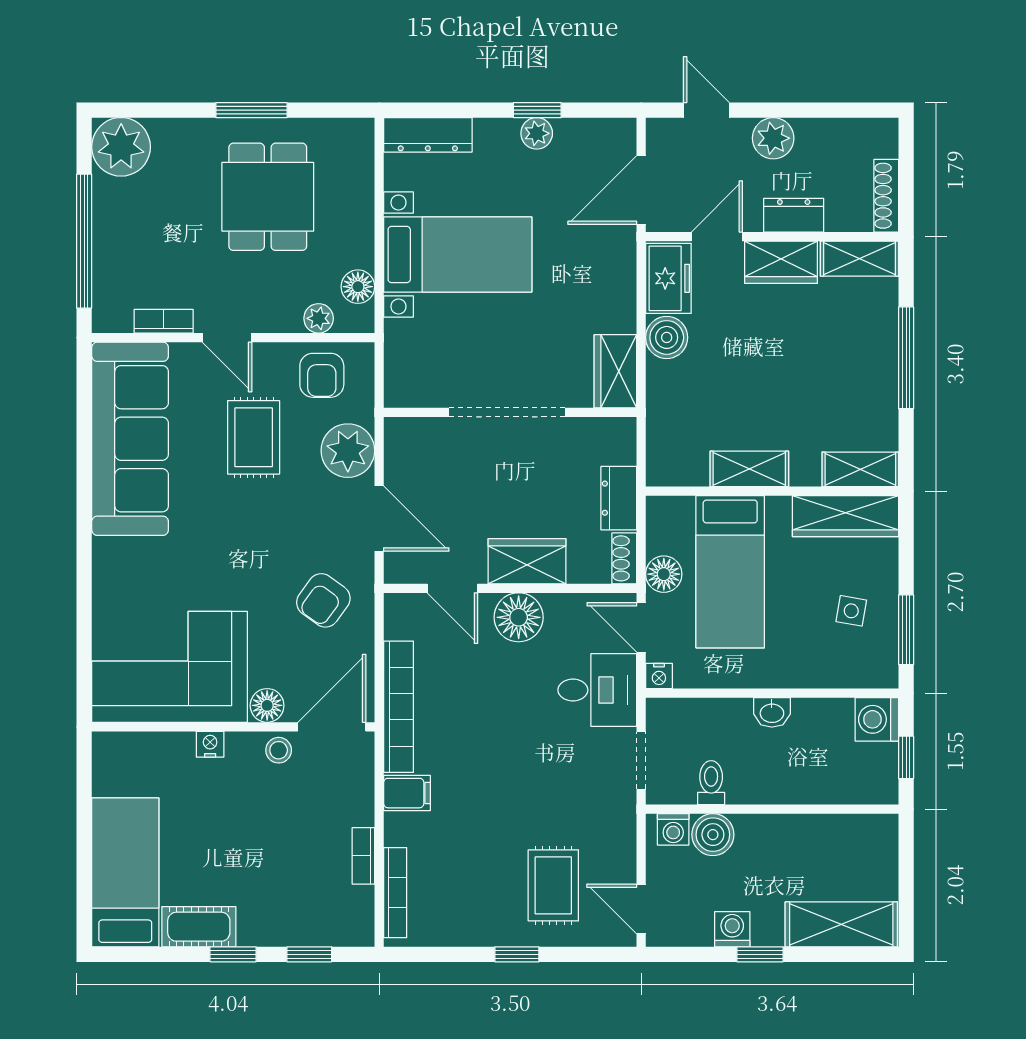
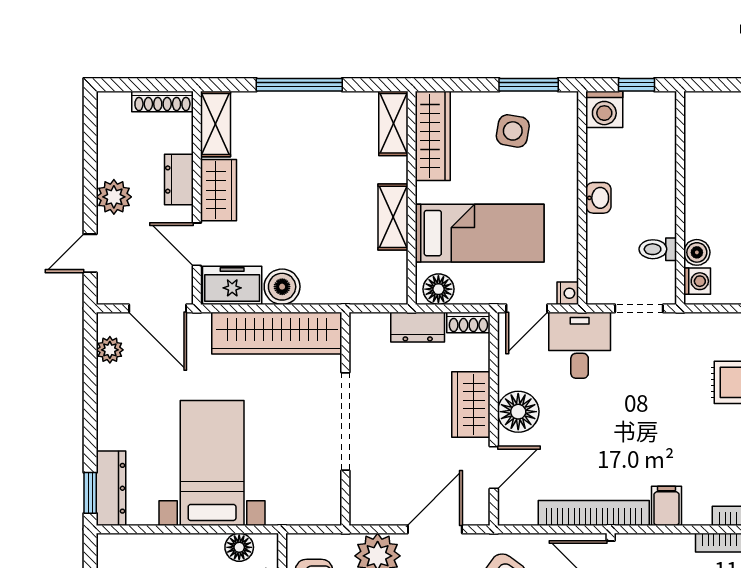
window: (537, 110) -> (90, 493), moved
plant: (537, 133) -> (110, 350), moved
wardrobe: (615, 371) -> (277, 333), width x2.10, depth x1.17
floor lamp: (664, 574) -> (438, 289), moved
side table: (851, 611) -> (513, 131), width x1.37, depth x1.37
boiler: (713, 835) -> (697, 252), width x0.73, depth x0.73

